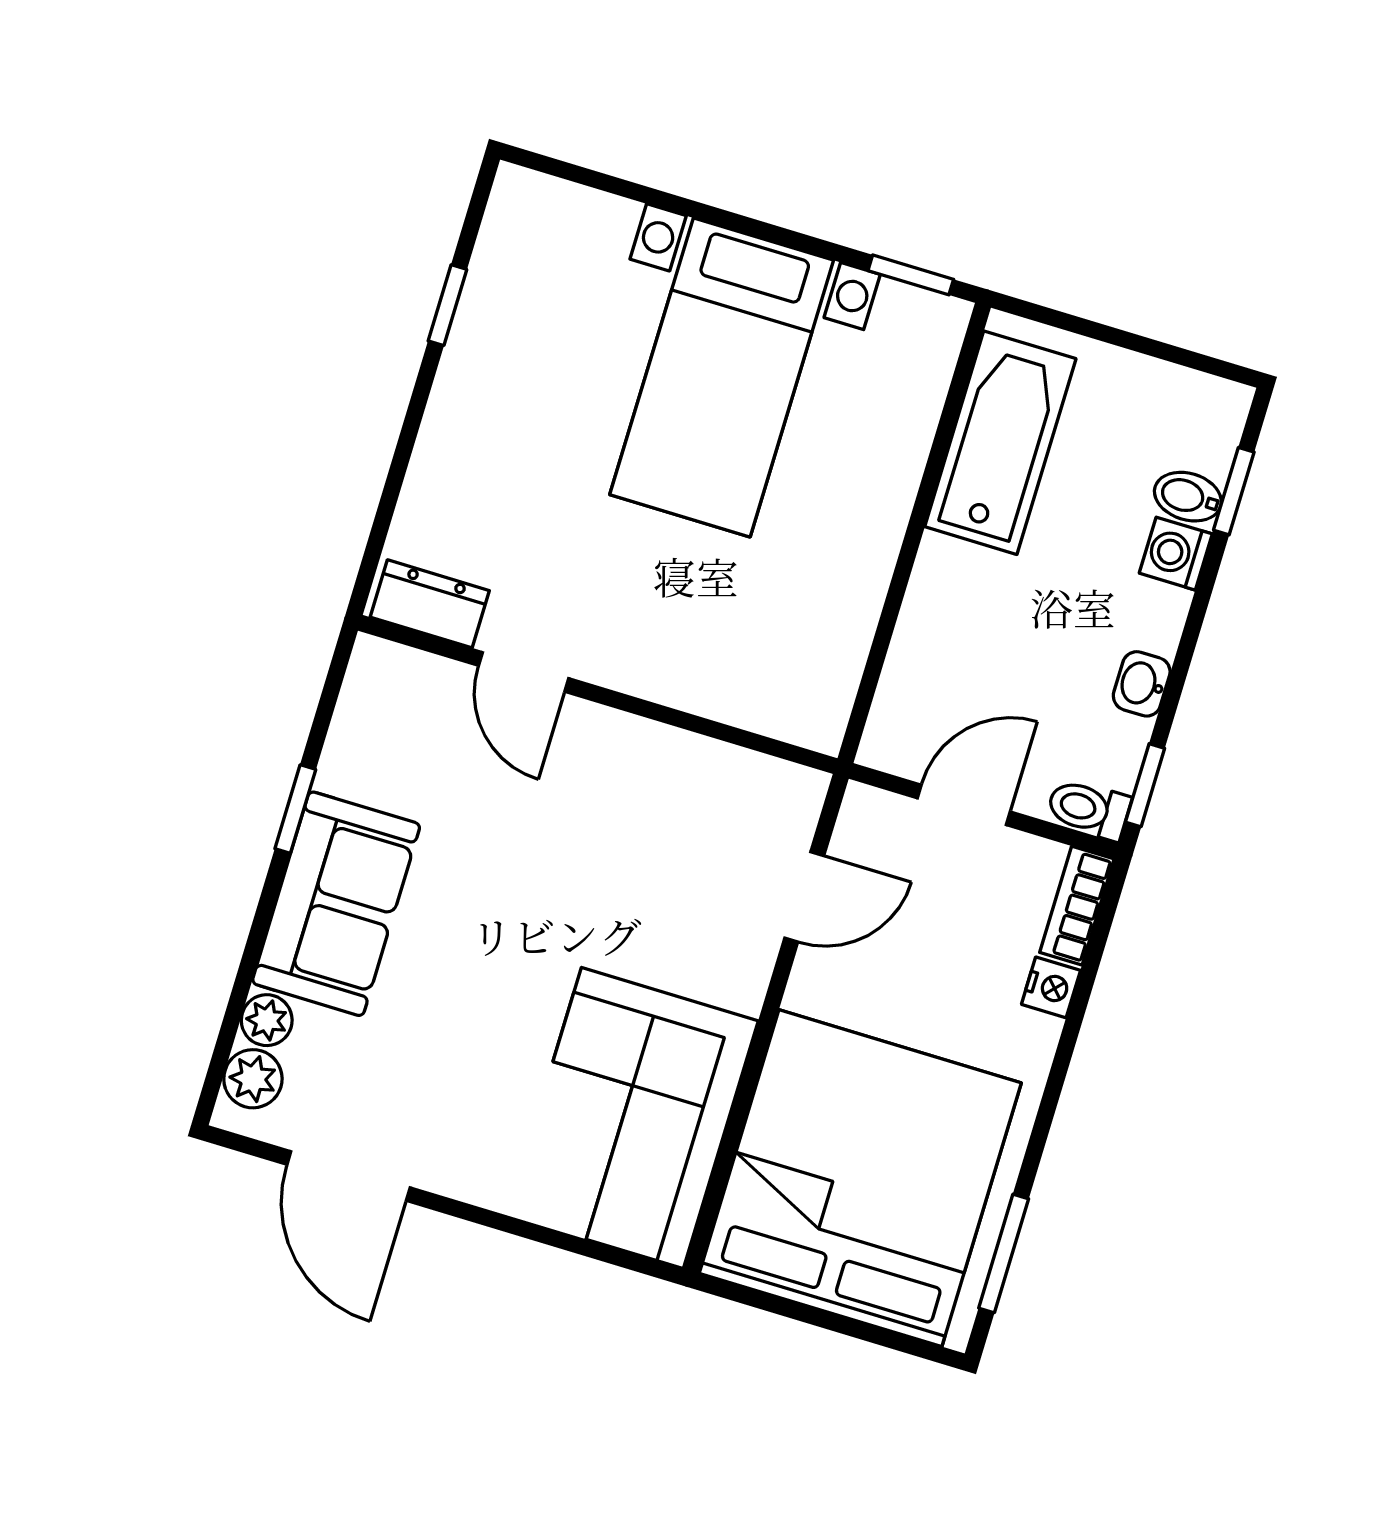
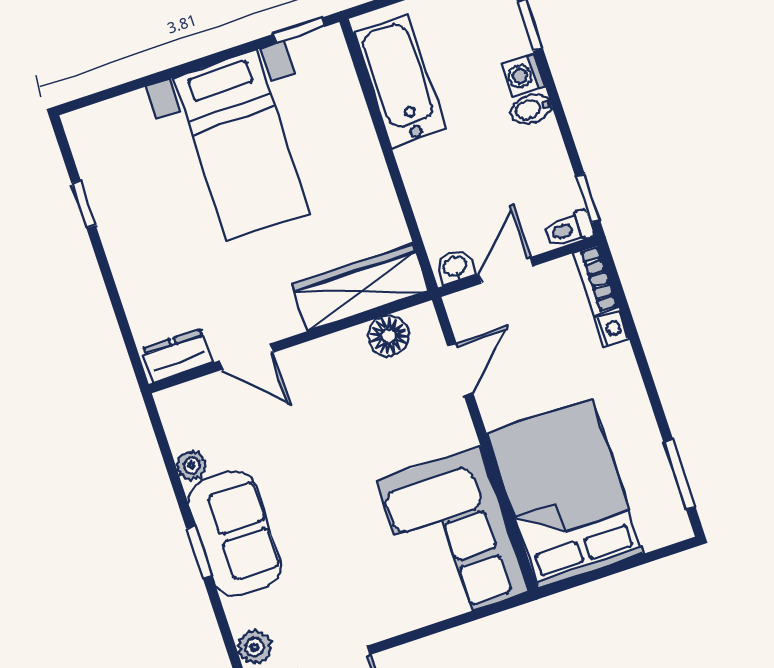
bidet: (1188, 497) -> (531, 109), moved
washbasin: (1142, 684) -> (455, 267), moved, turned 90
wardrobe: (747, 688) -> (360, 287), added
floor lamp: (739, 781) -> (389, 336), added
window: (295, 809) -> (199, 552), moved
plant: (267, 1020) -> (192, 465), moved
bed: (860, 1178) -> (565, 494), width x0.73

